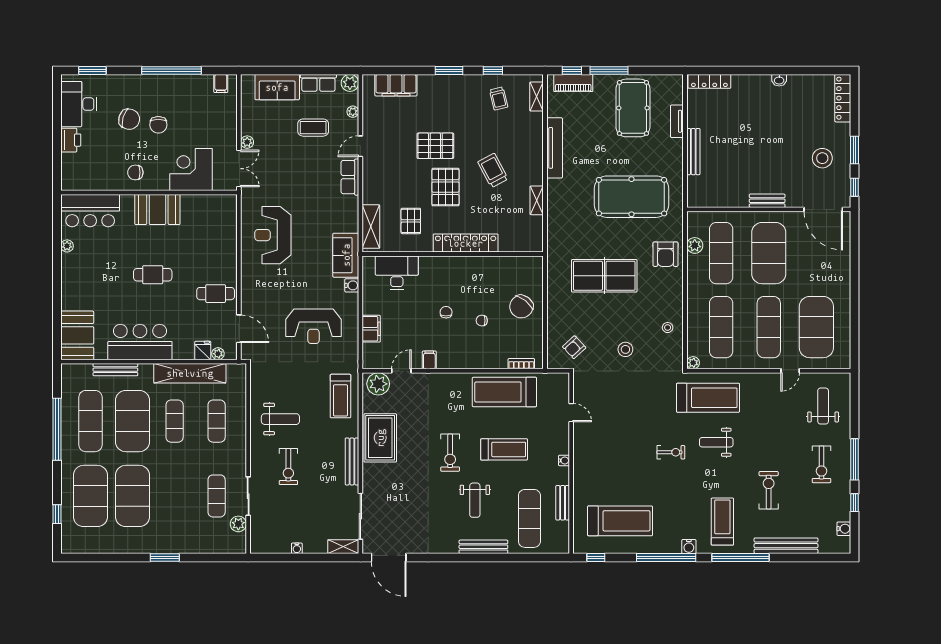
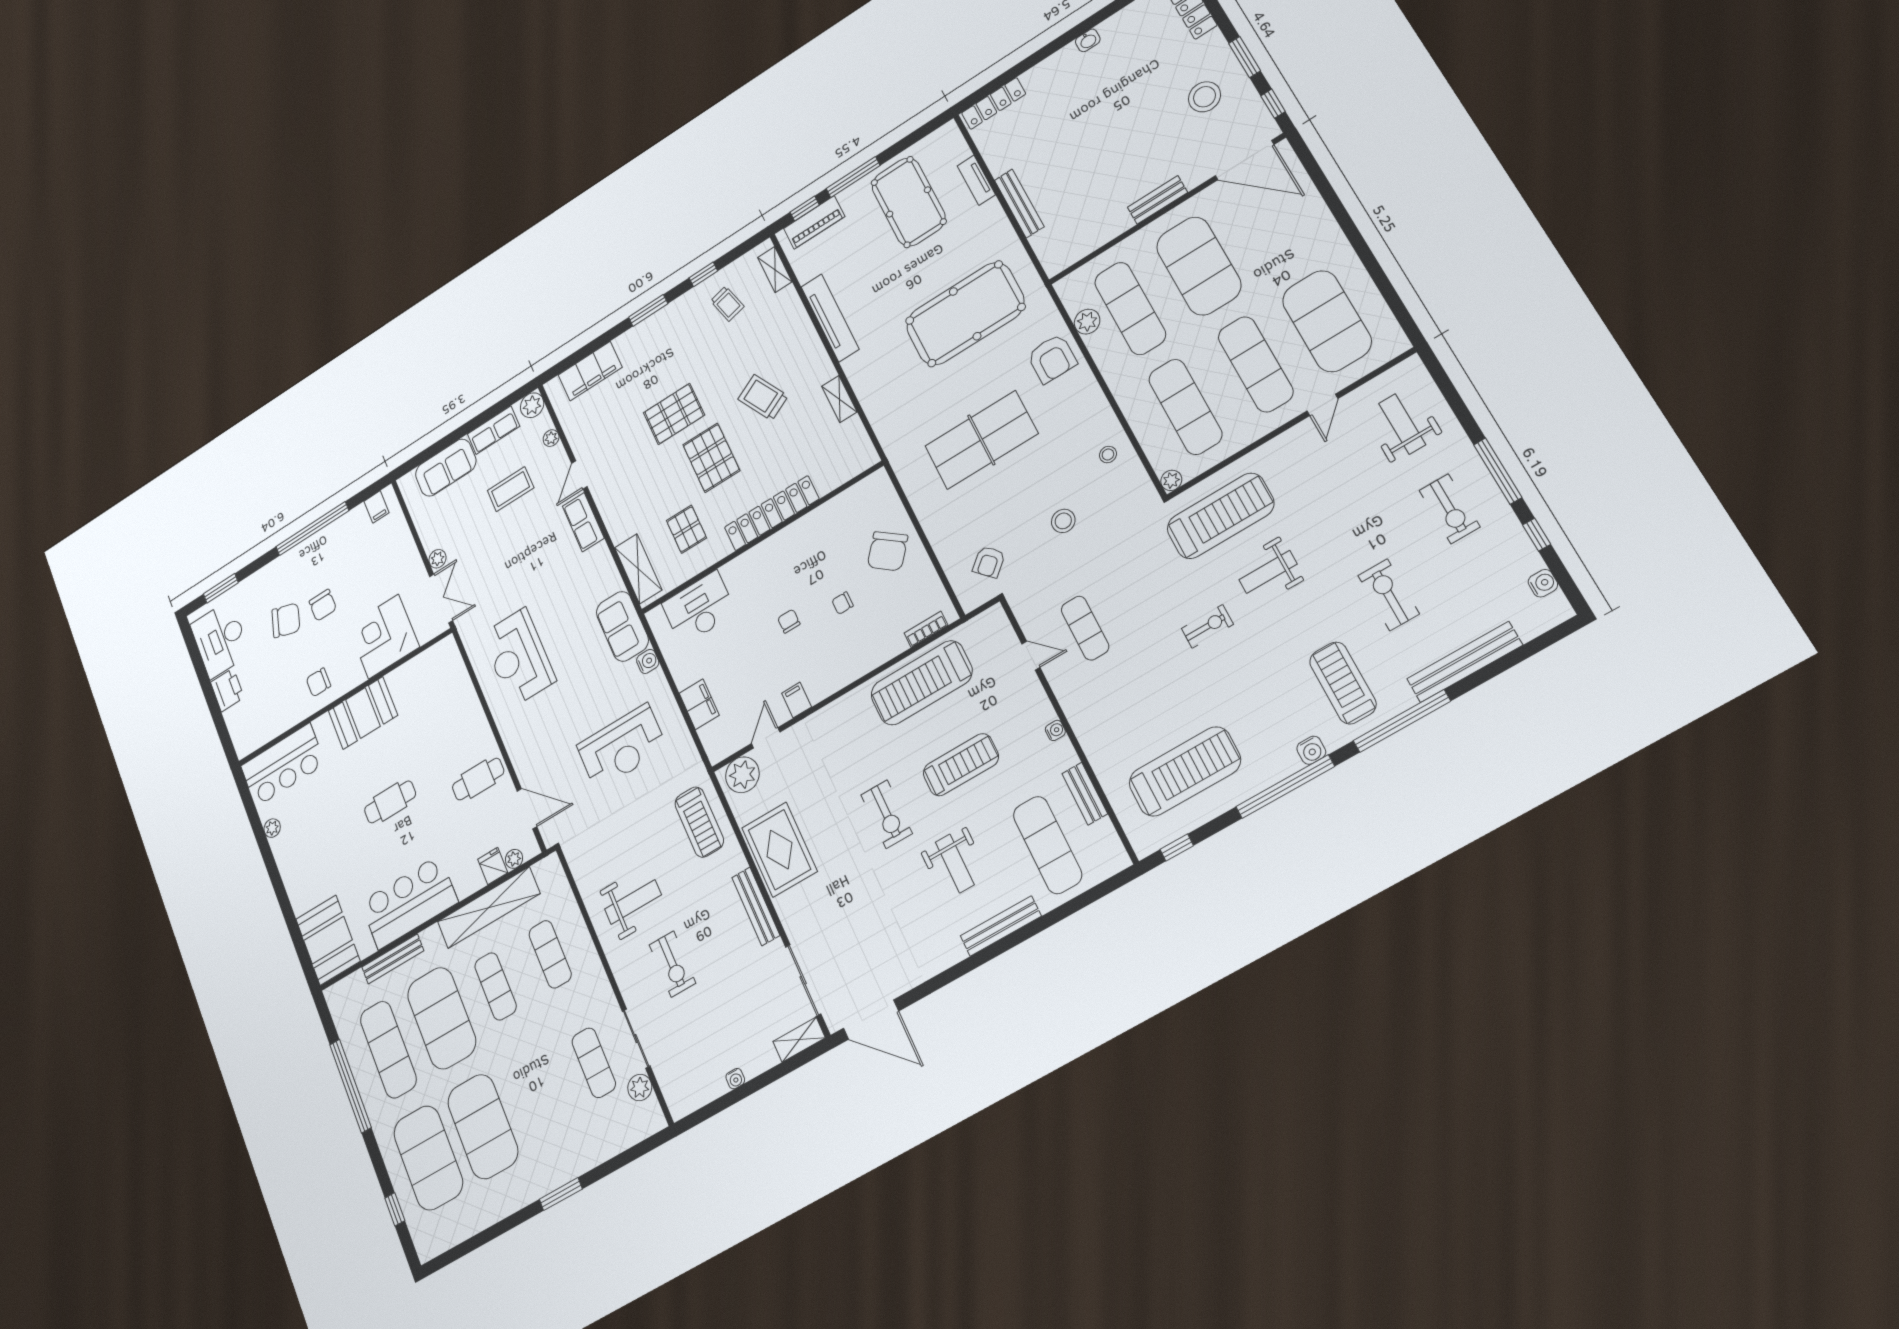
exercise mat: (607, 415) -> (1085, 628), added

